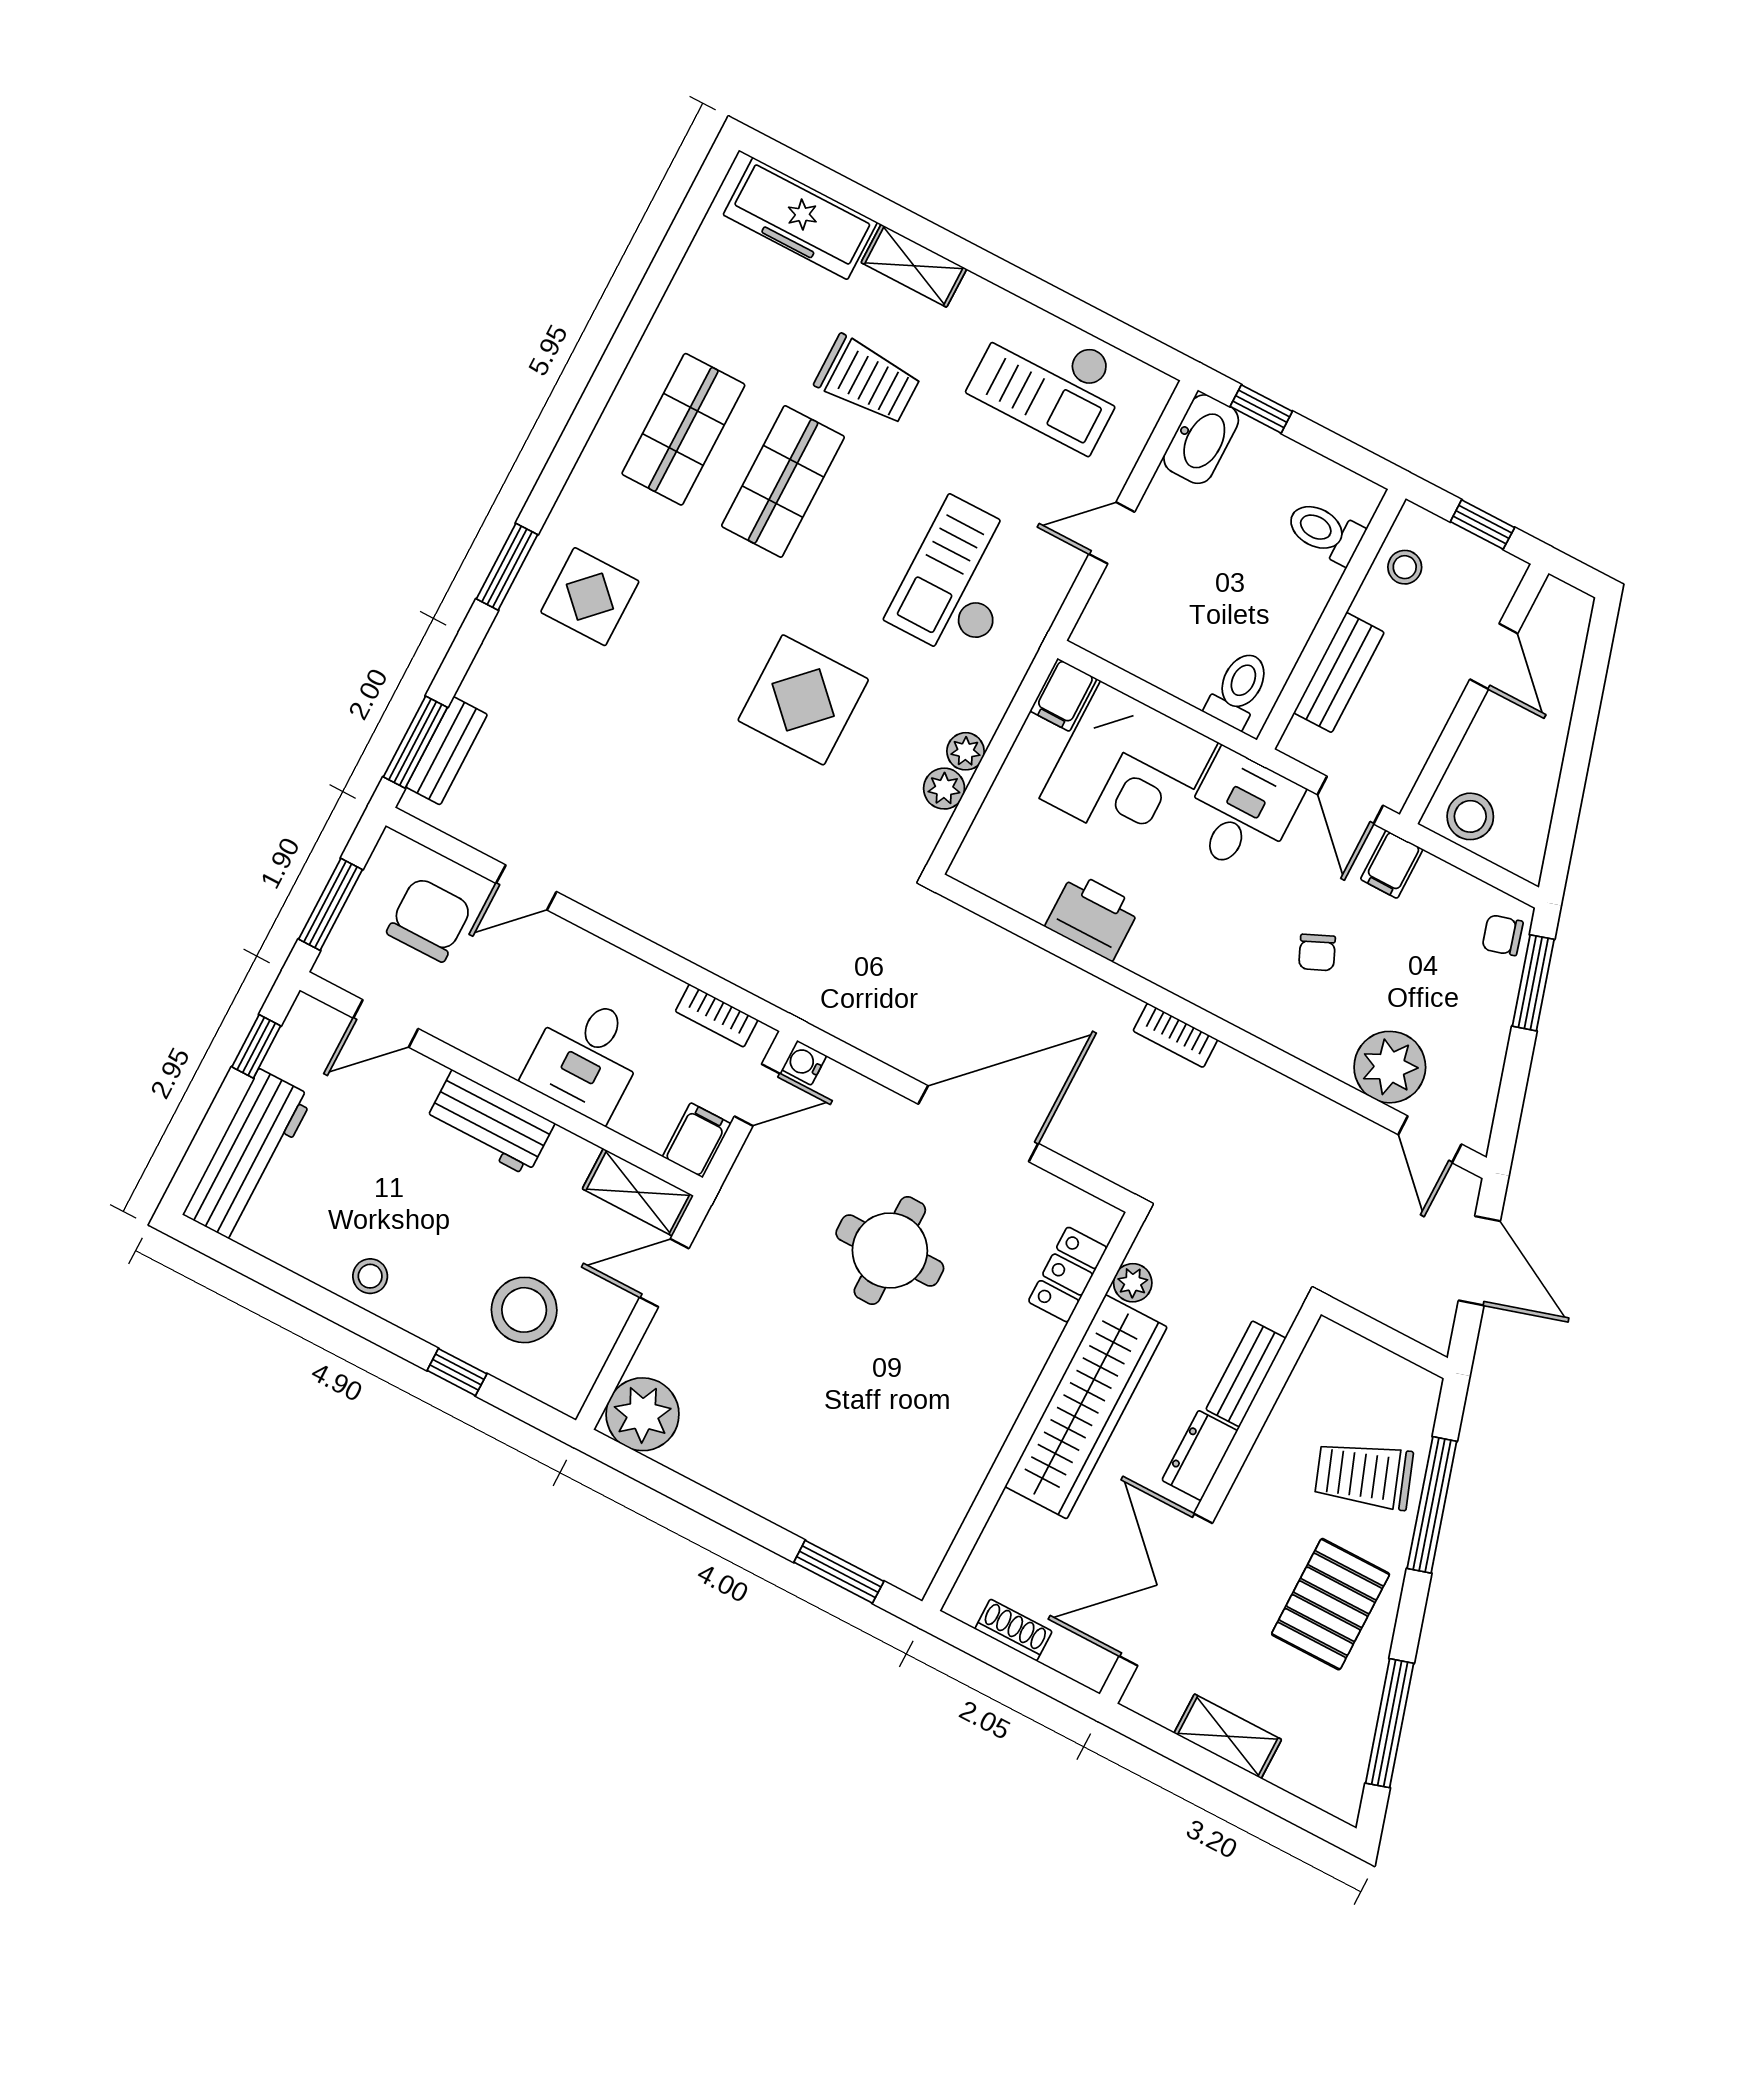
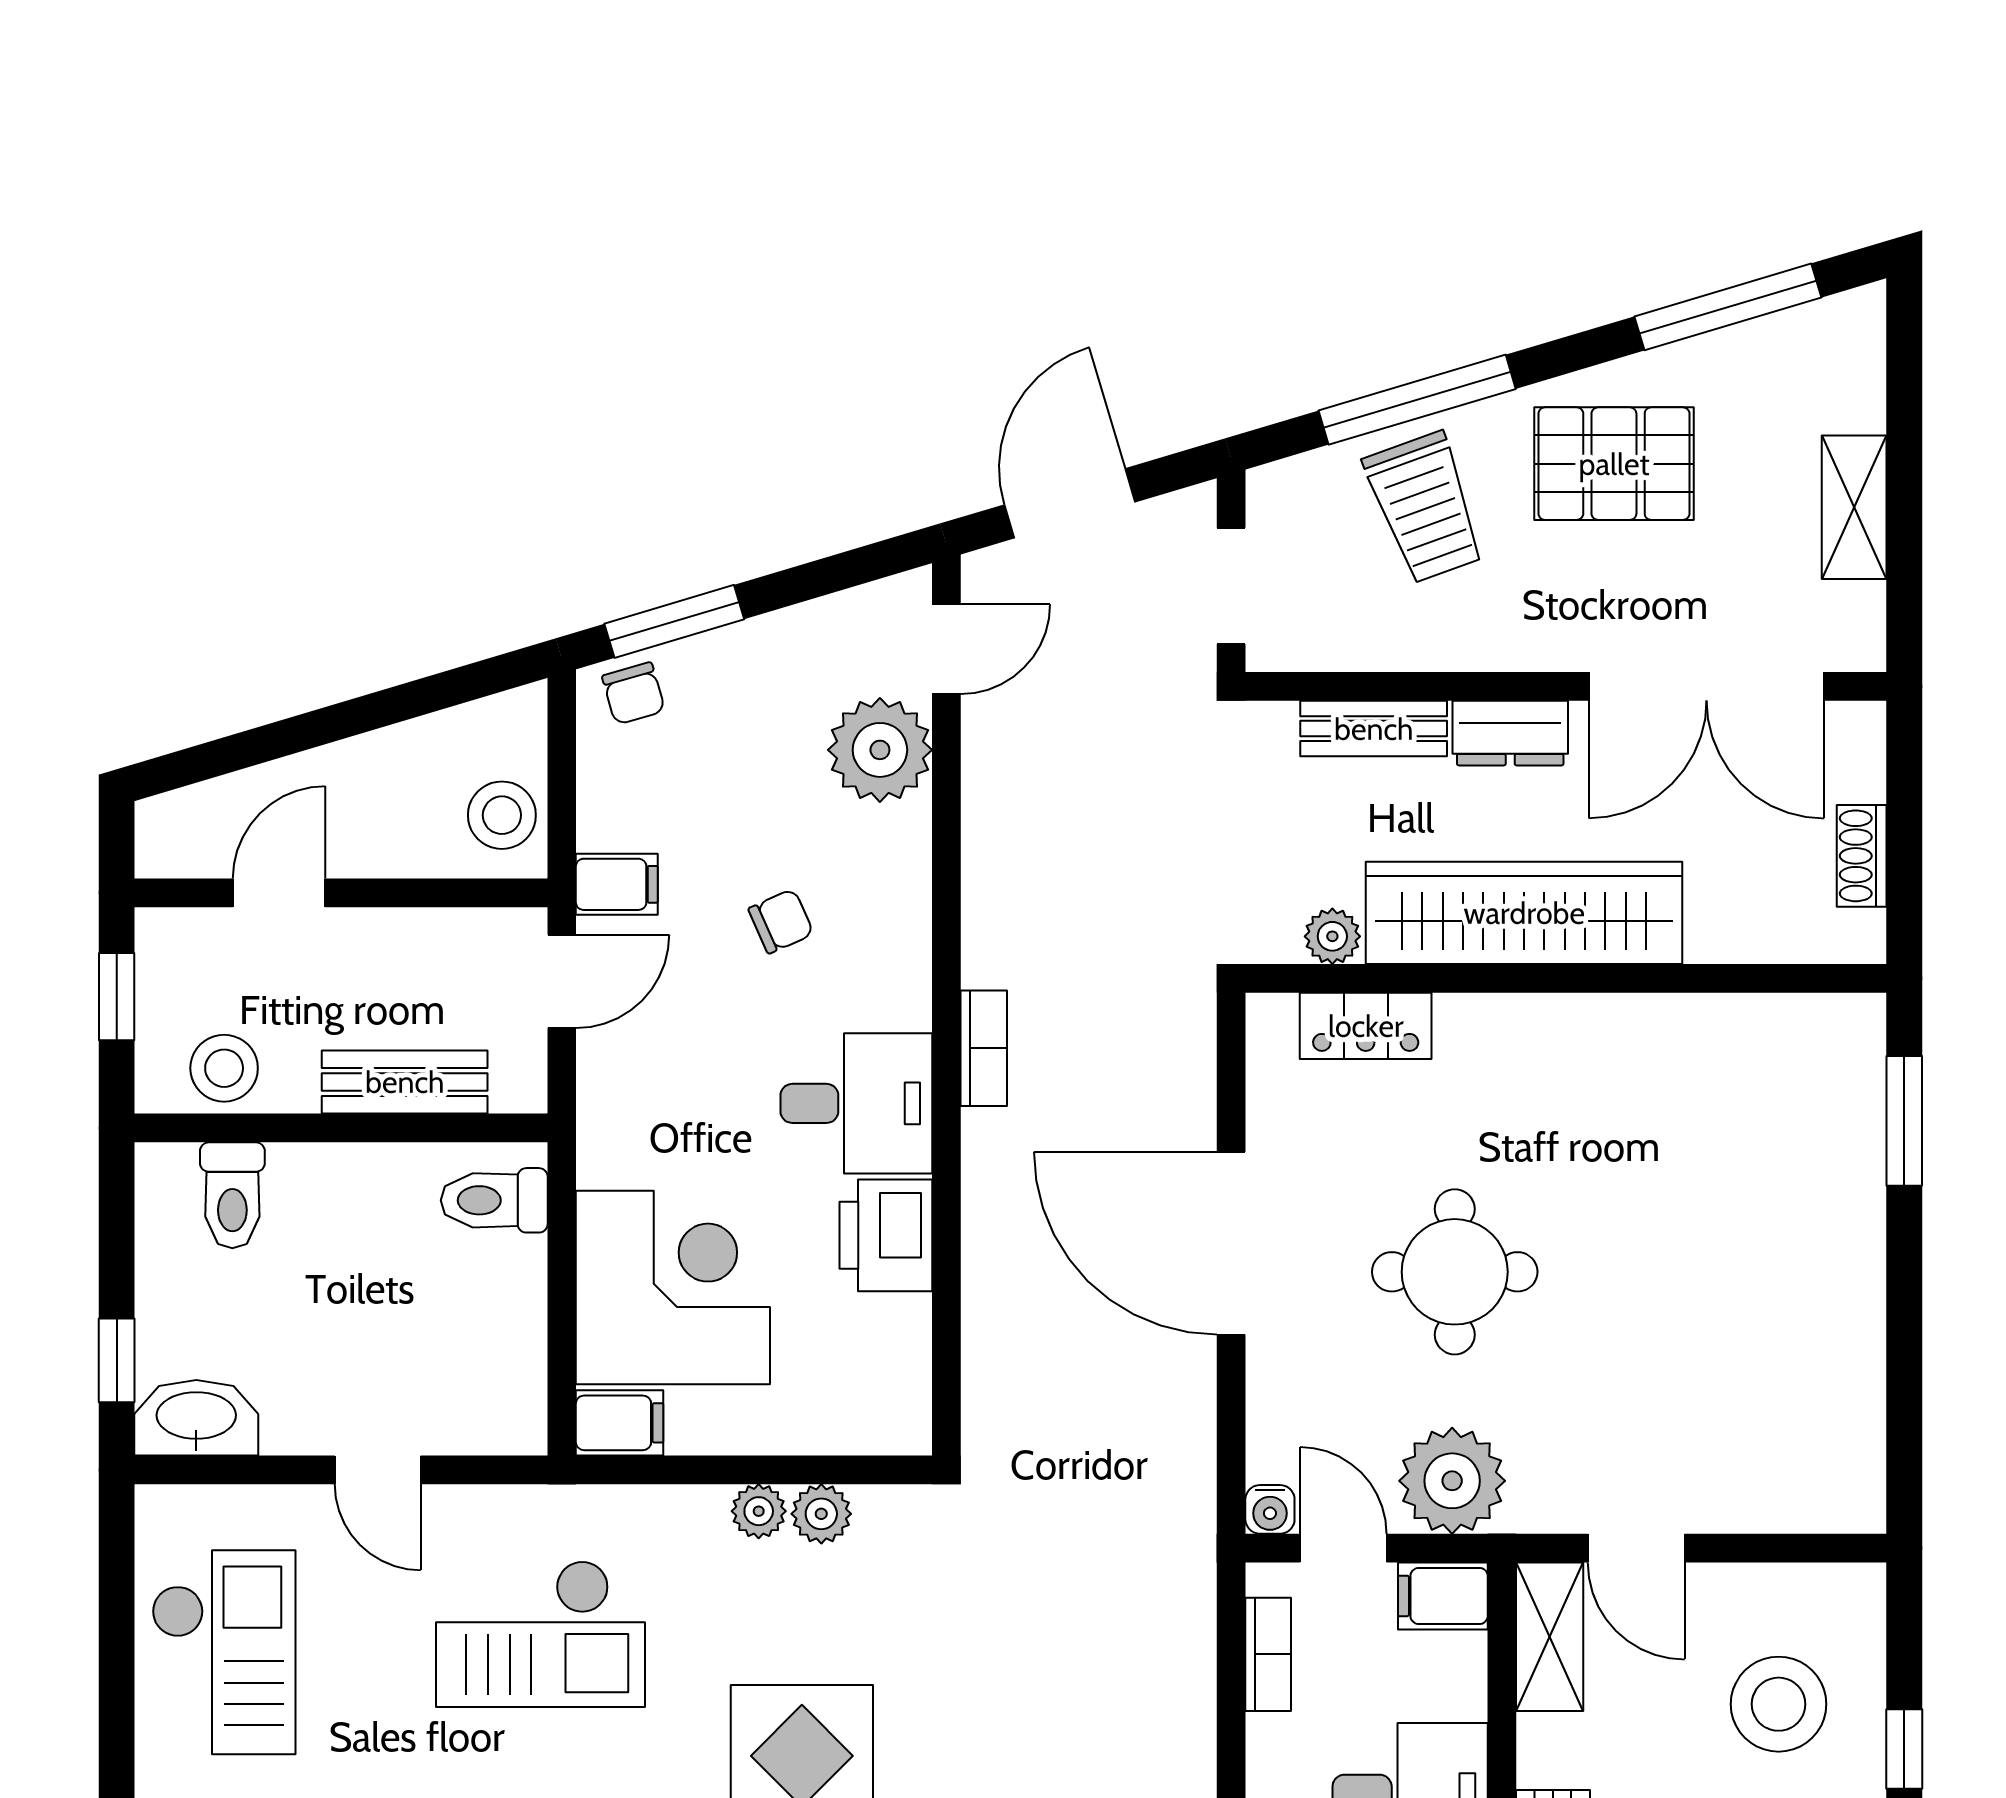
stool: (1405, 567) -> (224, 1068), width x1.37, depth x1.37
desk: (1241, 812) -> (856, 1103), moved, turned 180
doorway: (1378, 1333) -> (1231, 586), added
plant: (643, 1414) -> (1452, 1481), moved

